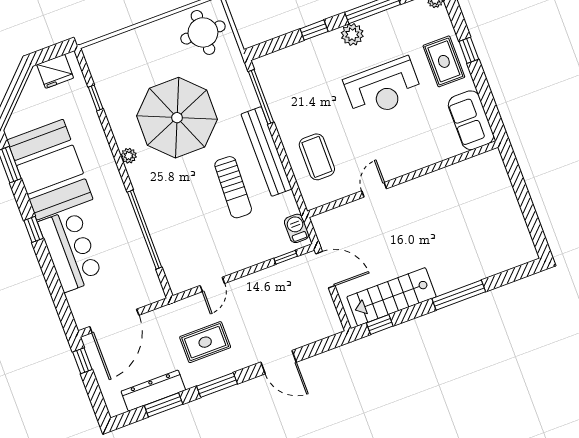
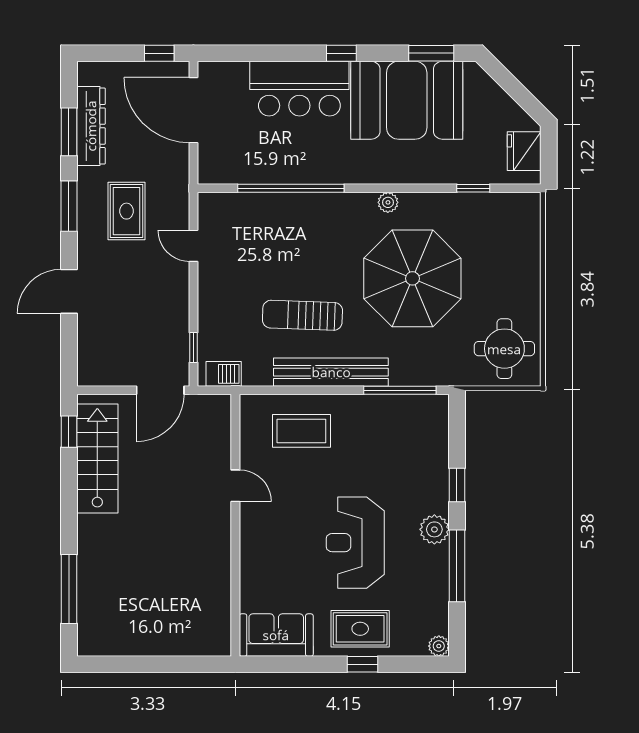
window: (459, 295) -> (69, 589), moved

